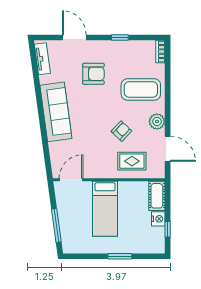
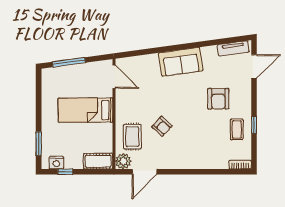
door: (74, 38) -> (254, 66), moved
coffee table: (141, 89) -> (237, 129), moved, width x0.54, depth x0.58
sofa: (56, 112) -> (181, 62), width x0.73
plant: (157, 121) -> (123, 161), moved
nightstand: (158, 219) -> (56, 163), moved
window: (120, 256) -> (39, 144), moved

